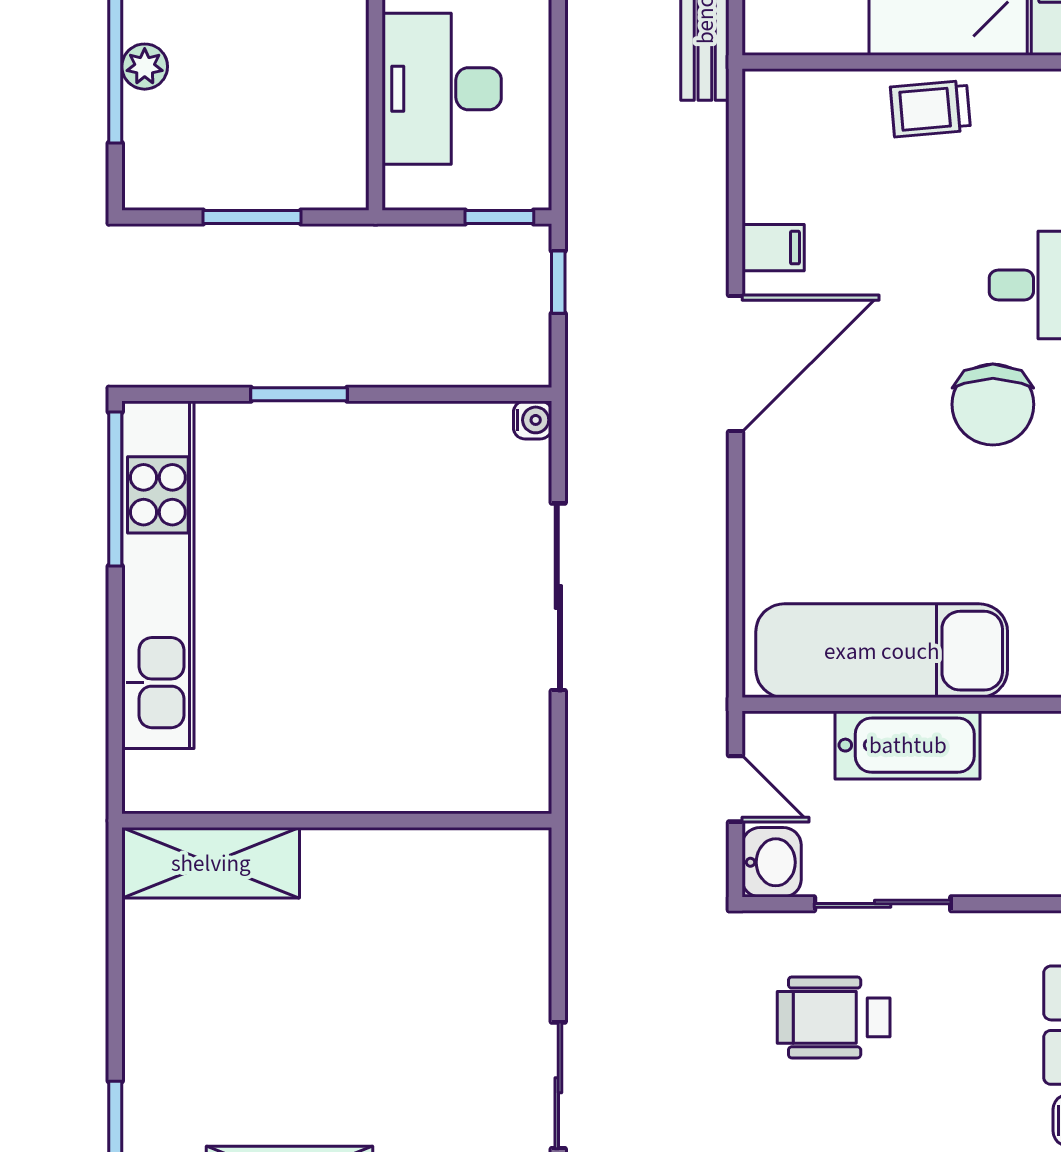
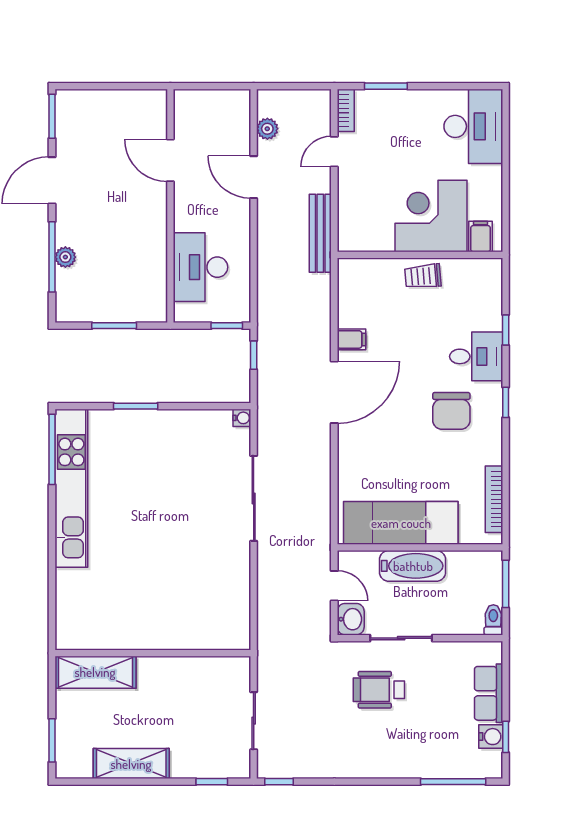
wall: (337, 821) -> (153, 653), moved
shelving: (211, 863) -> (95, 672), moved

